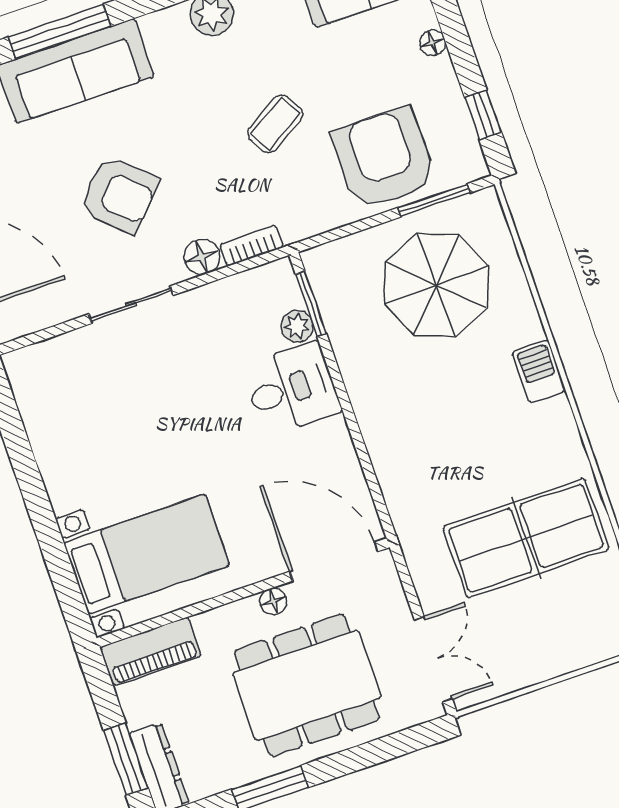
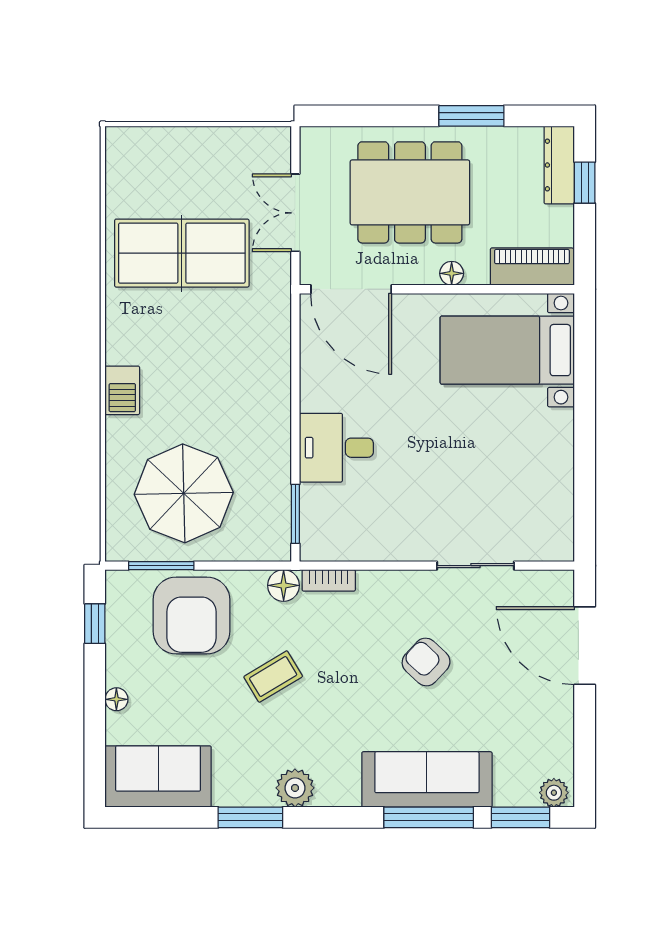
armchair: (119, 195) -> (426, 662), width x0.72, depth x0.72
floor lamp: (202, 257) -> (284, 585), moved
sliding door: (131, 305) -> (475, 566), moved
plant: (297, 326) -> (314, 499), removed
floor lamp: (273, 601) -> (452, 273), moved
double door: (433, 659) -> (295, 213), moved
window: (126, 759) -> (585, 183), width x0.67

